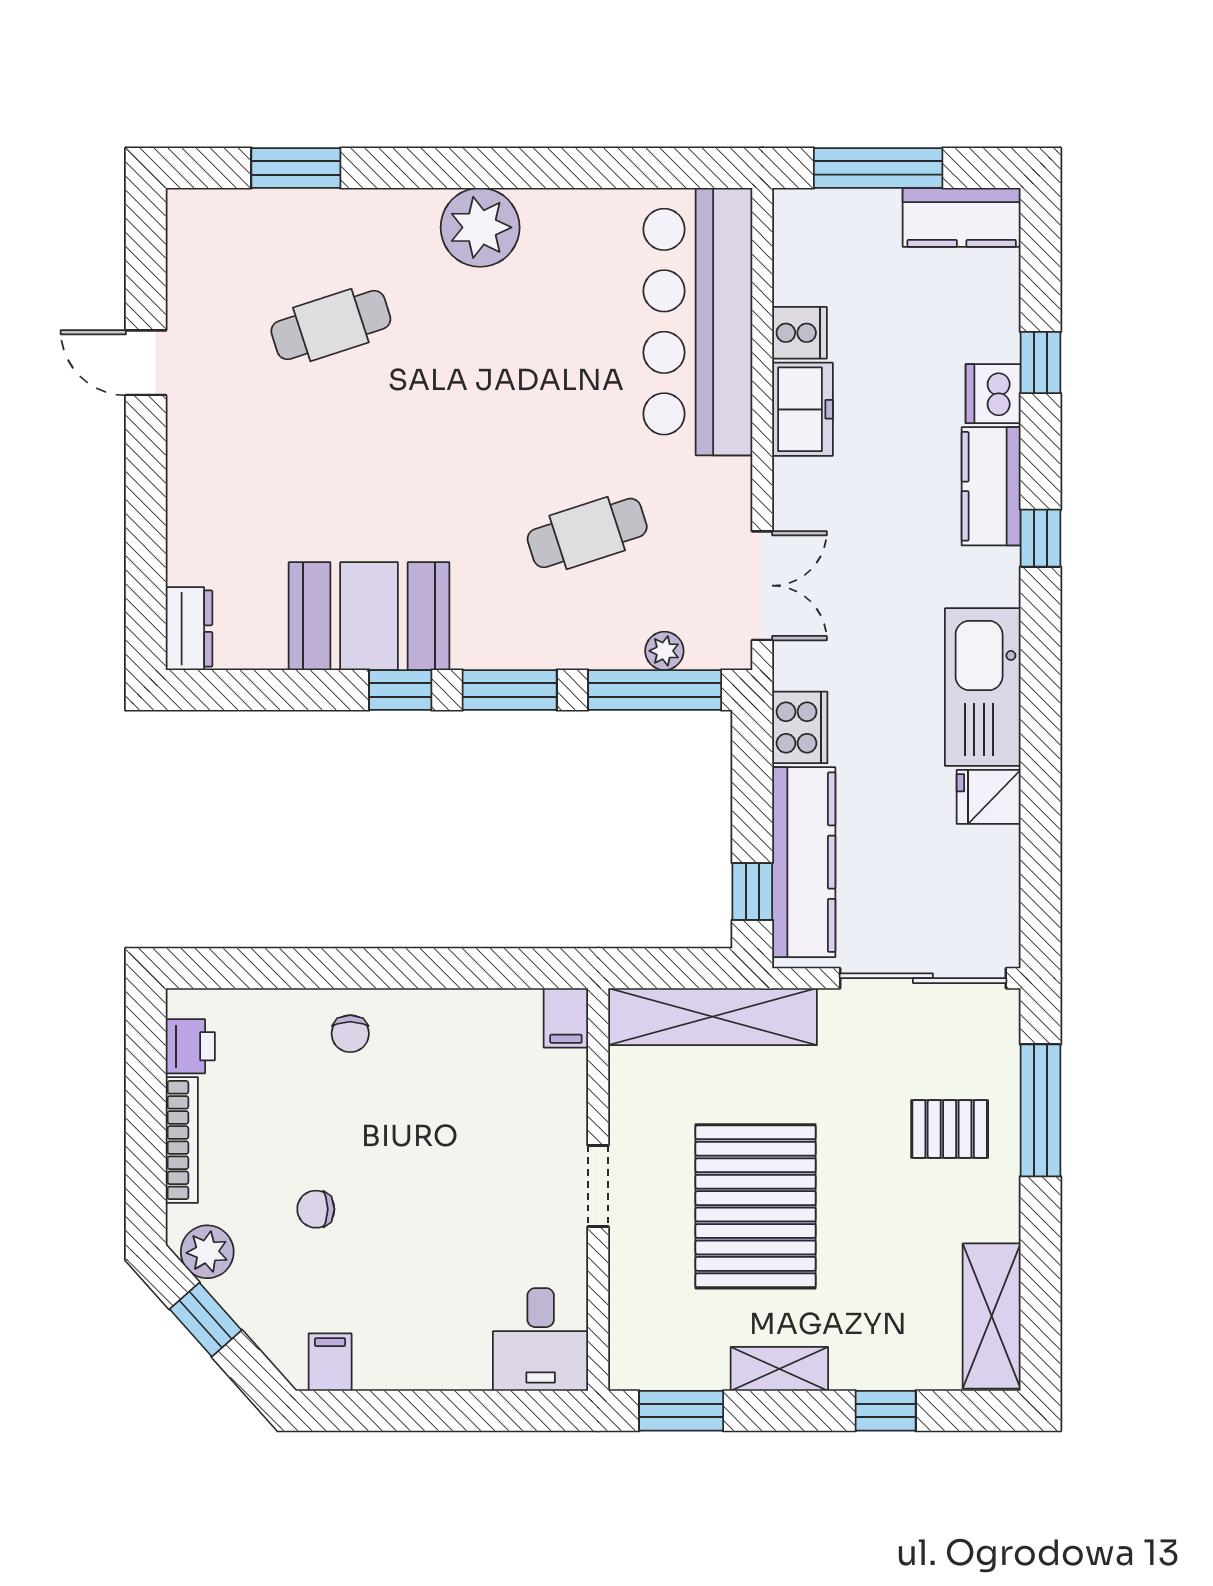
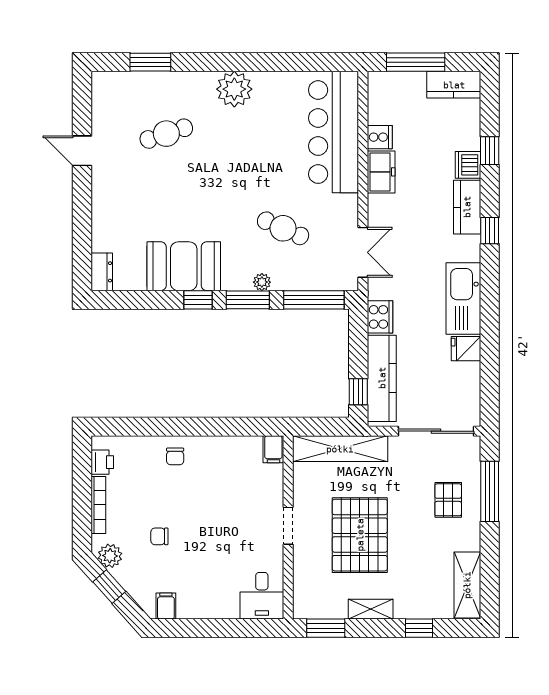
cafe table: (587, 533) -> (283, 228), turned 42
plant: (664, 651) -> (262, 282), moved
pallet: (950, 1129) -> (448, 500), turned 90

